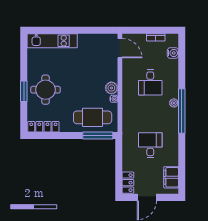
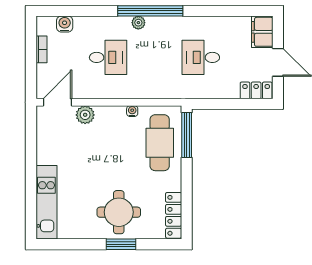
plant: (111, 88) -> (85, 115), moved
filing cabinet: (171, 177) -> (262, 32), moved, turned 90

